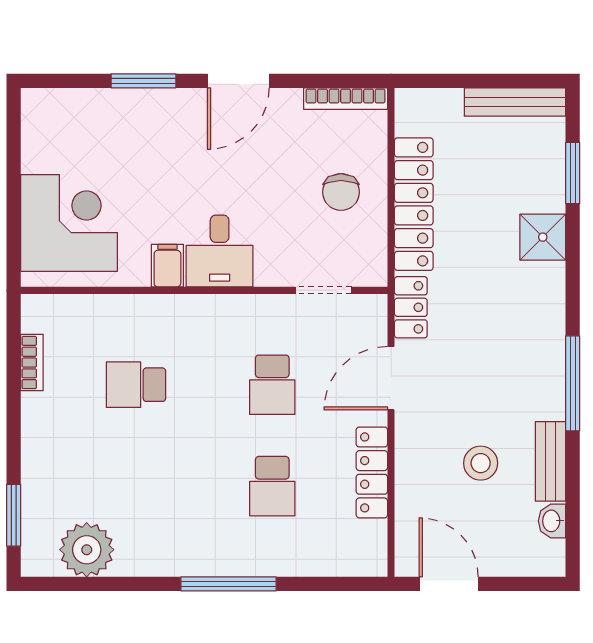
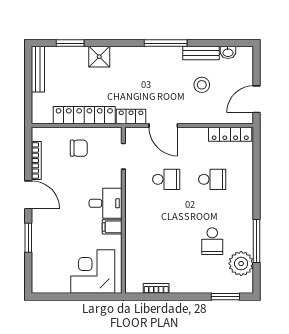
bookcase: (346, 99) -> (36, 161), moved
school desk: (136, 385) -> (212, 241), moved
locker: (372, 472) -> (230, 134), moved
window: (229, 584) -> (257, 241), moved

